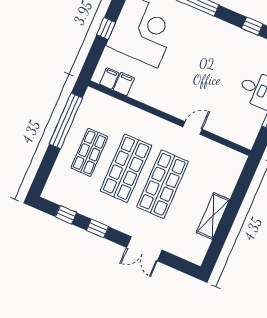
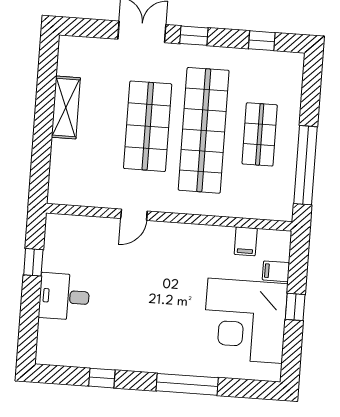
filing cabinet: (109, 78) -> (276, 271), moved, turned 90
shop shelf: (126, 168) -> (204, 130), width x1.40
window: (98, 228) -> (194, 36), moved

